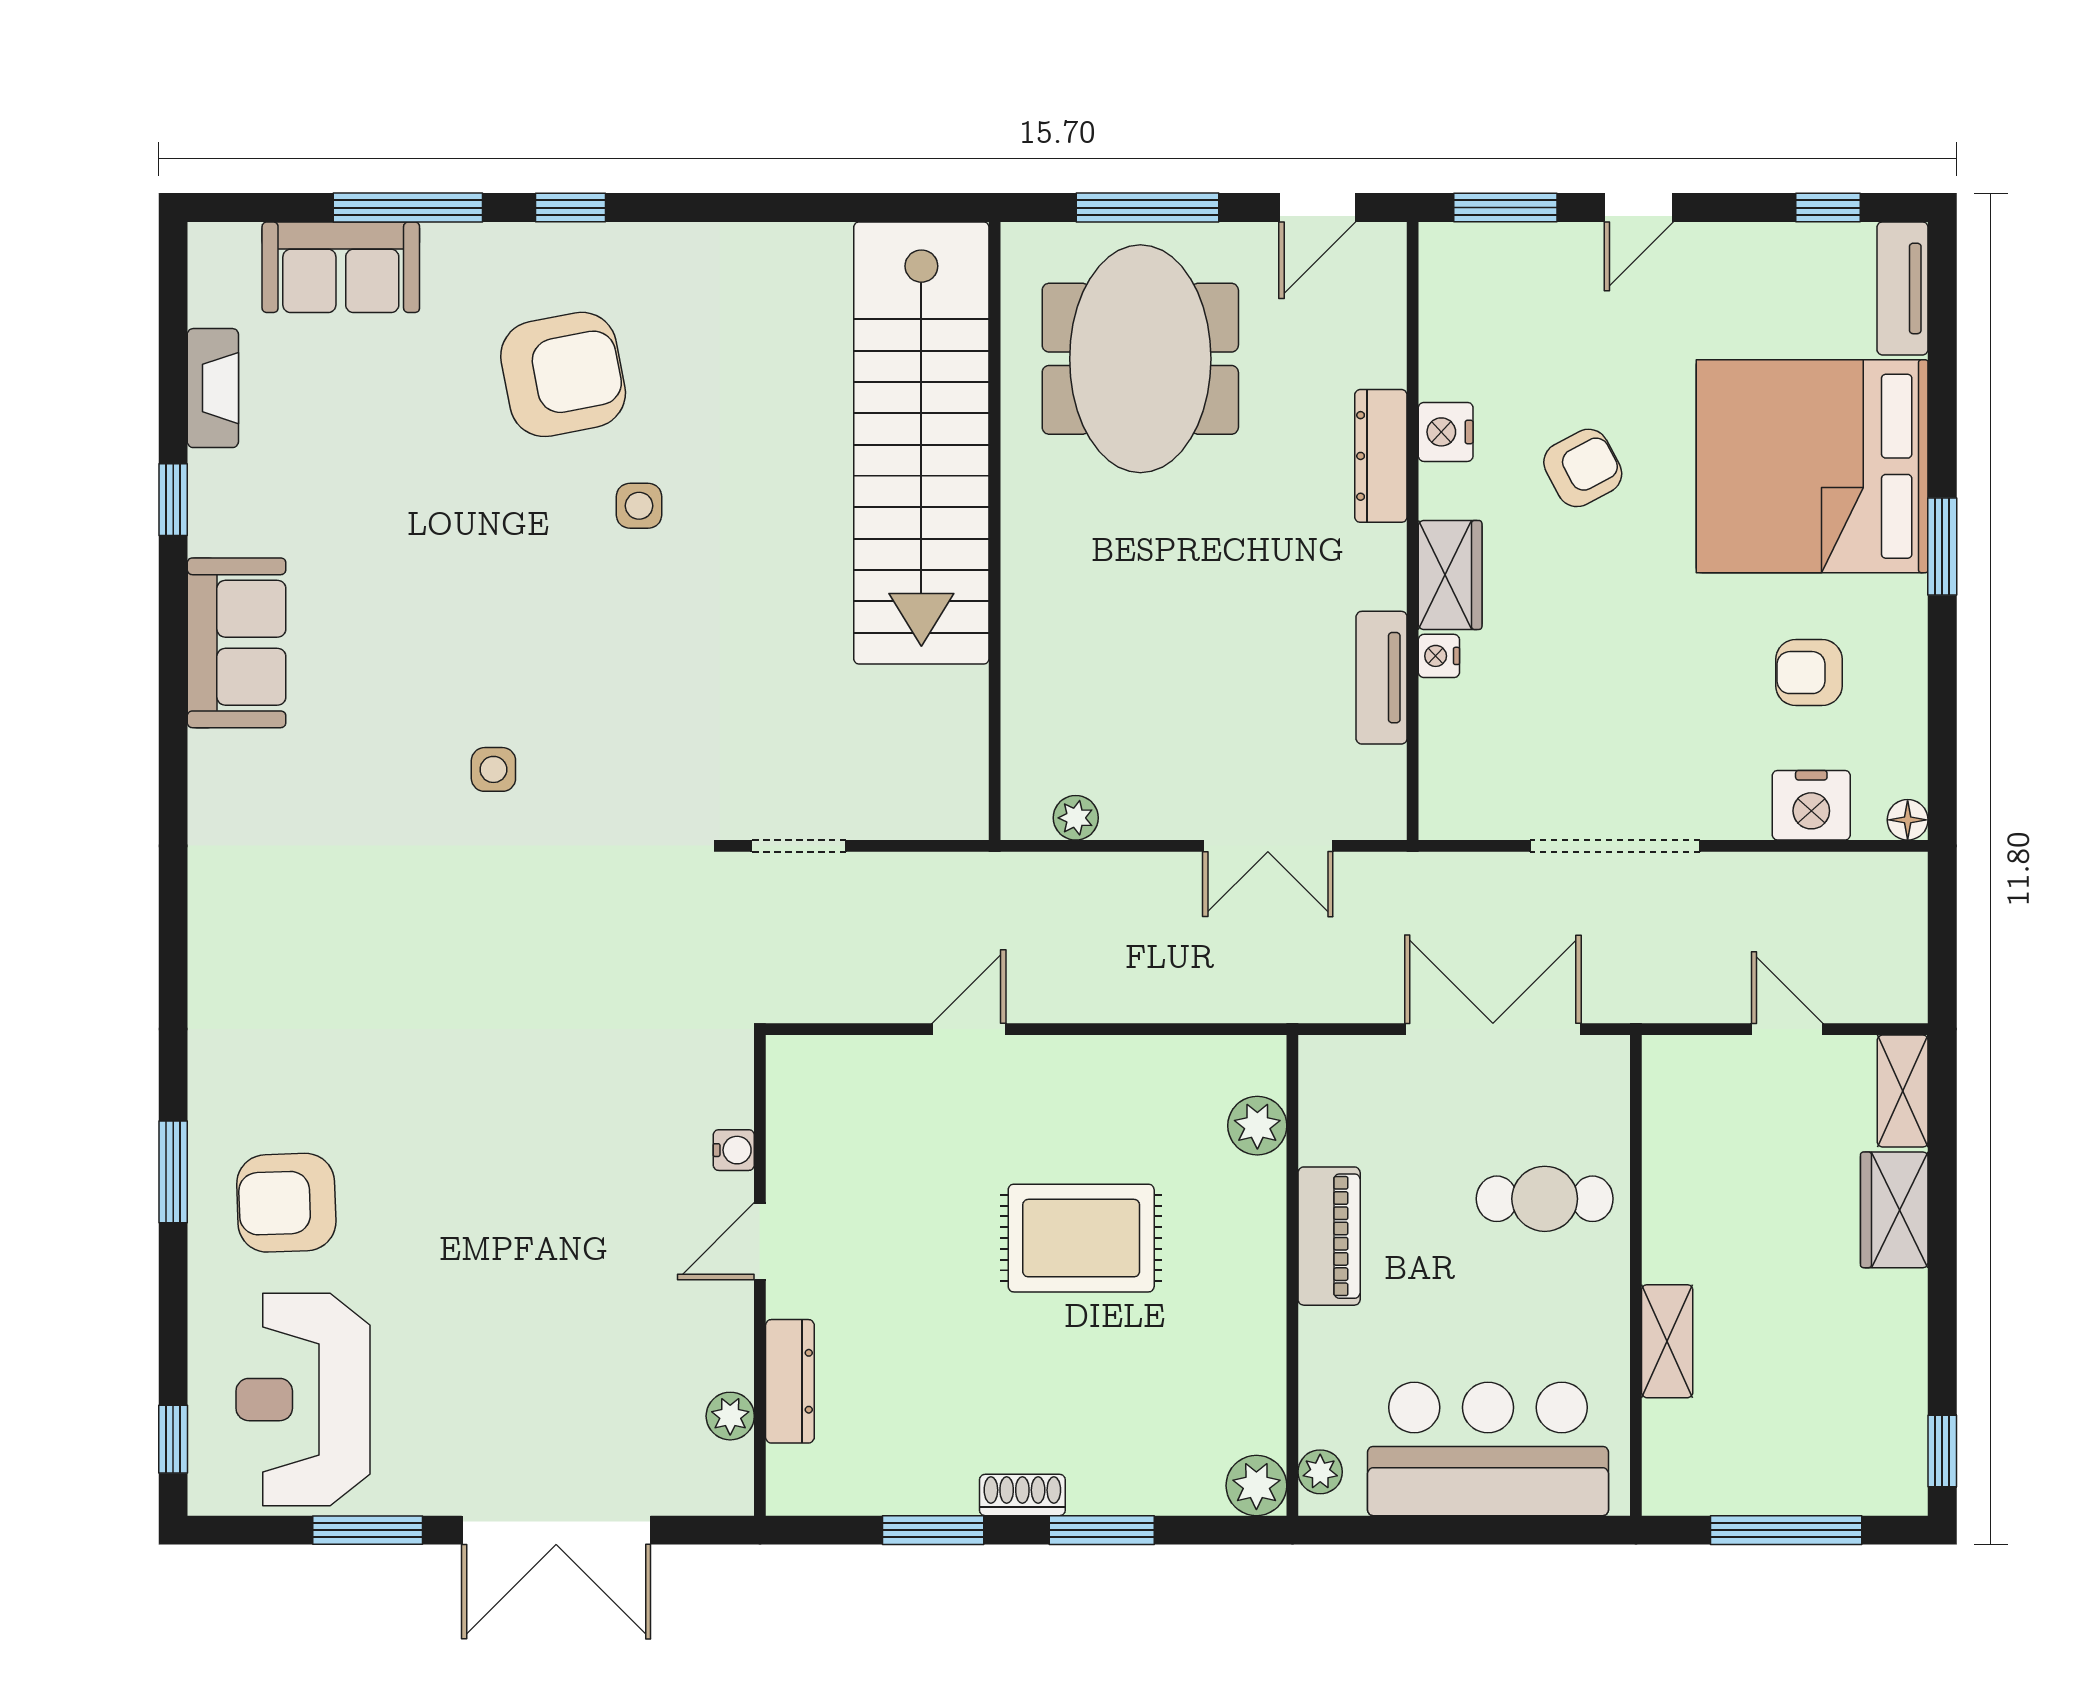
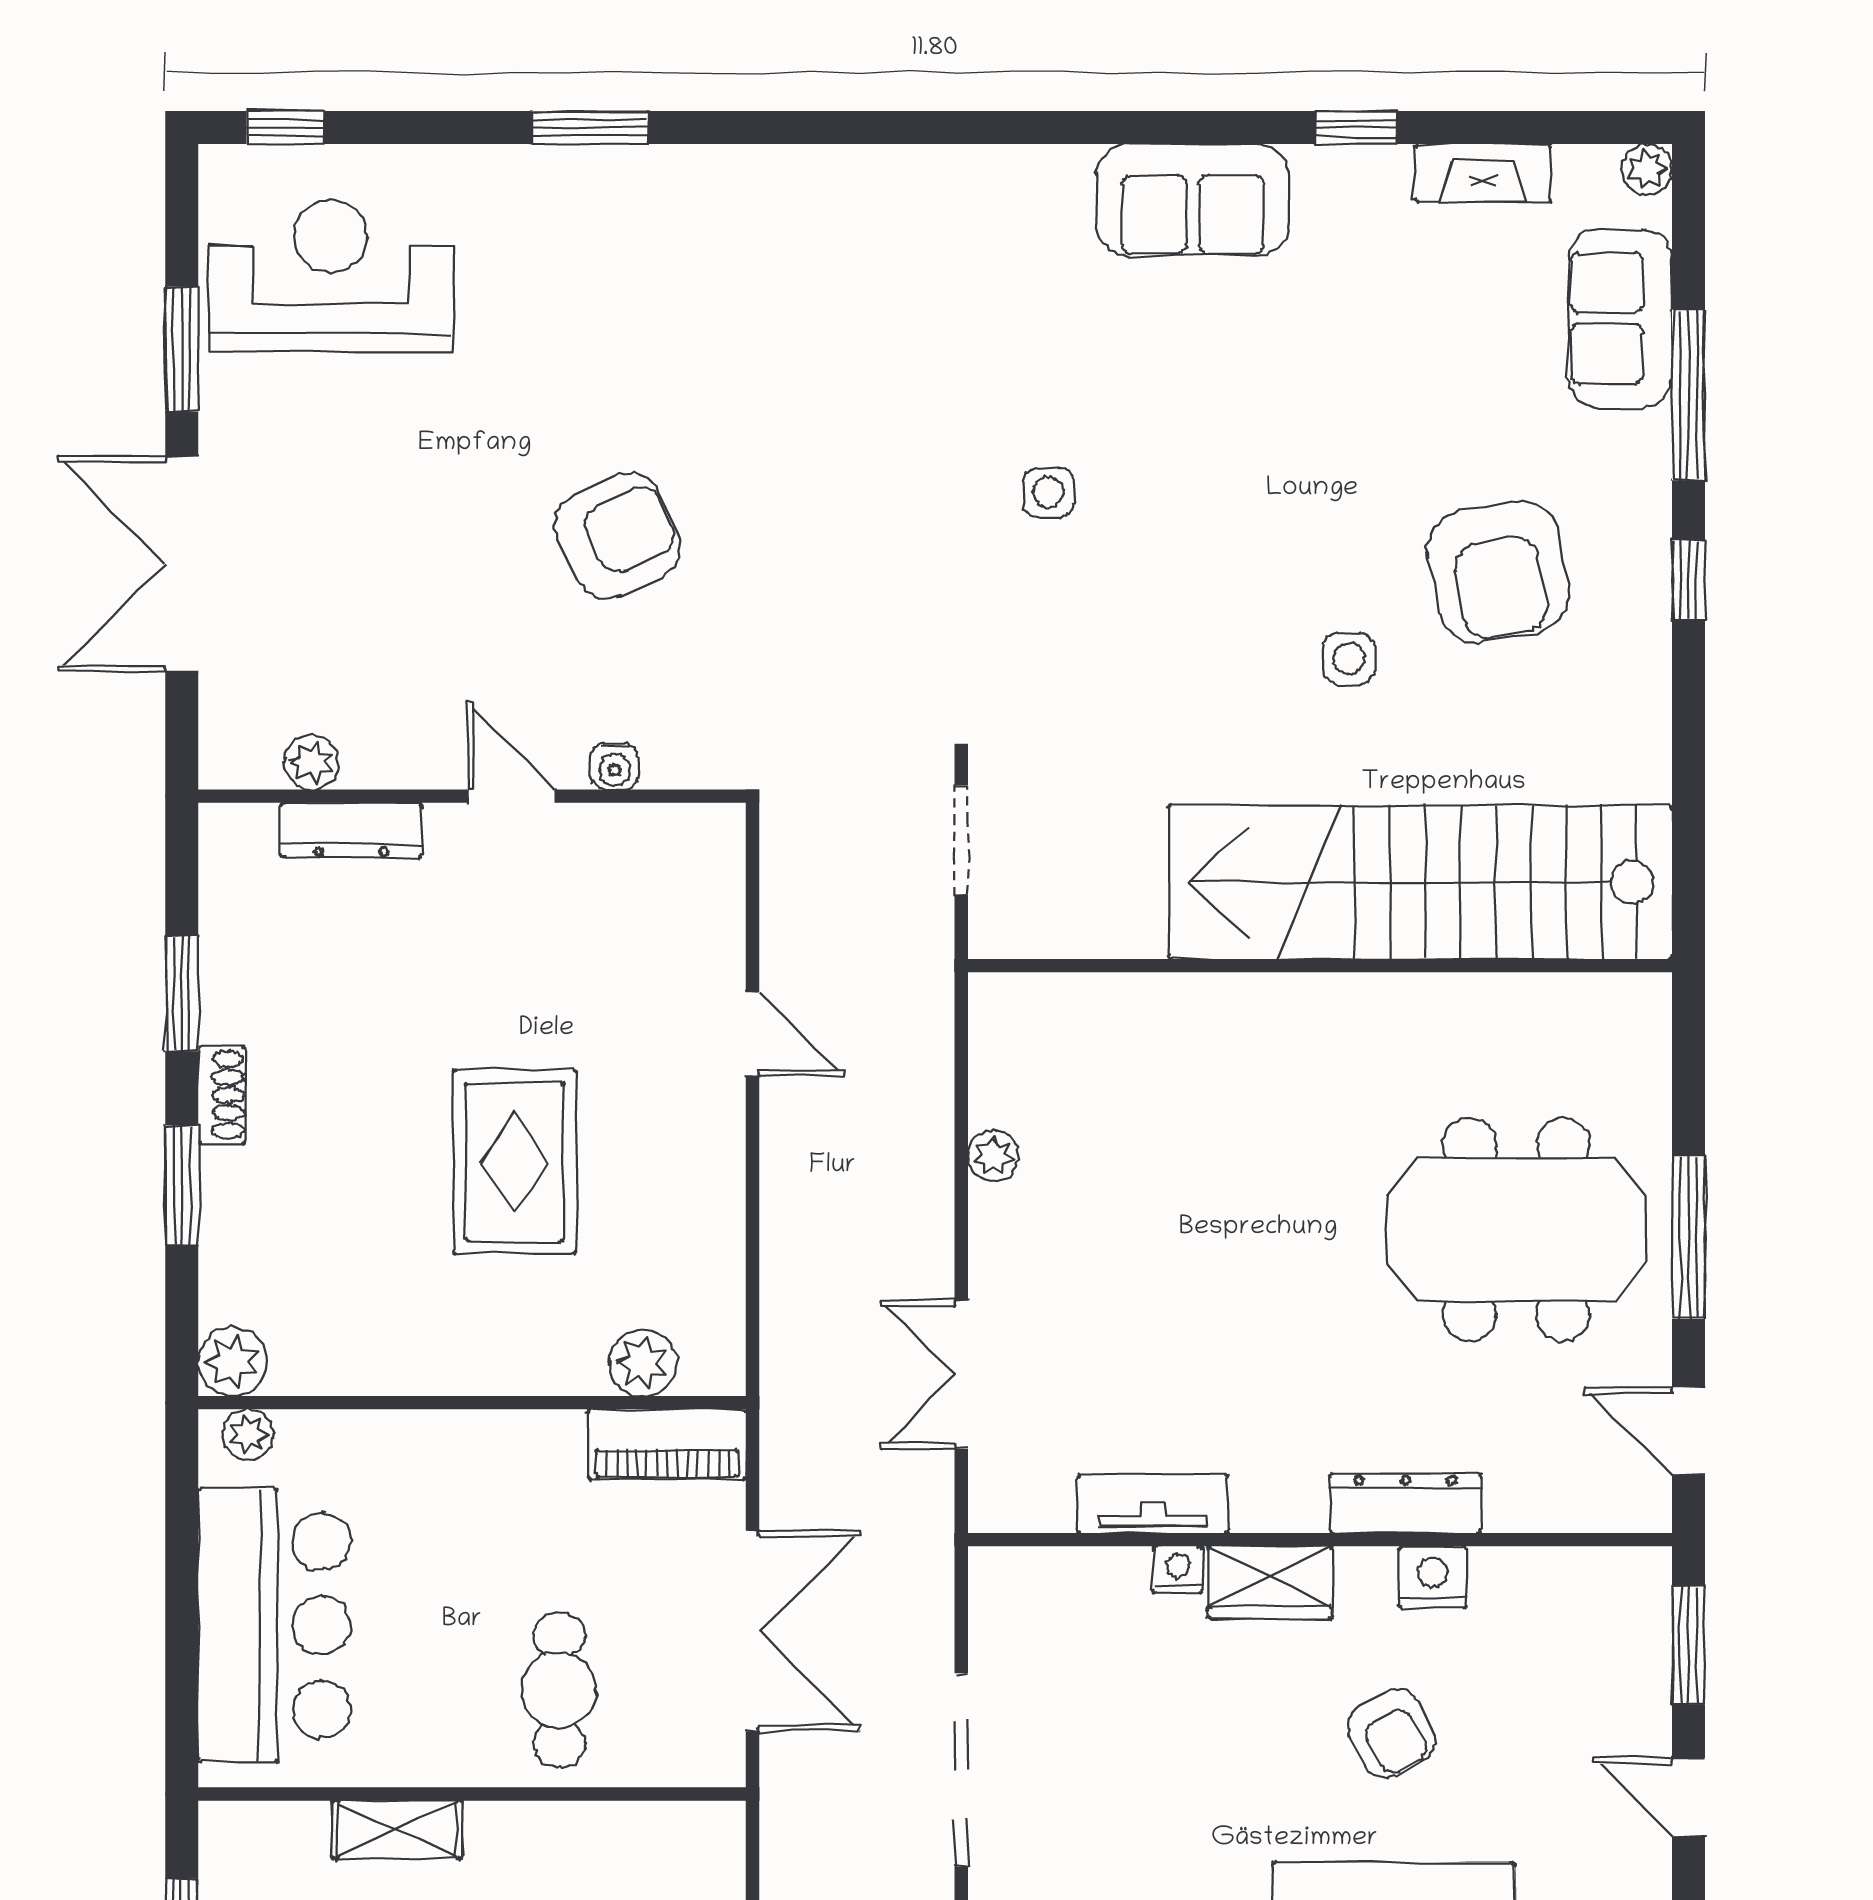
plant: (210, 244) -> (1647, 169), added
stairs: (921, 443) -> (1420, 882), moved
wall: (995, 531) -> (1320, 966), moved
armchair: (286, 1203) -> (618, 535), moved, turned 67
piano: (1329, 1236) -> (667, 1444), moved

